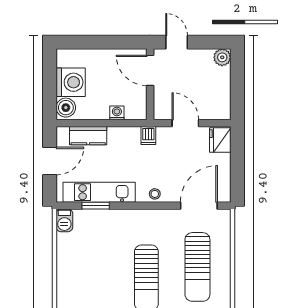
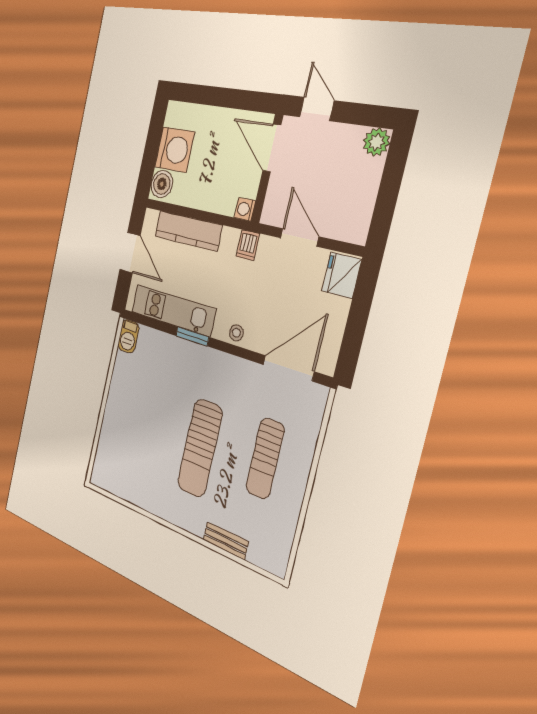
washing machine: (117, 113) -> (245, 209), moved, turned -90
kitchen counter: (88, 136) -> (188, 231), width x1.50
door: (50, 161) -> (130, 253), hinge flipped
window: (96, 206) -> (192, 336), moved
sun lounger: (197, 267) -> (265, 458), width x0.73, depth x0.75

